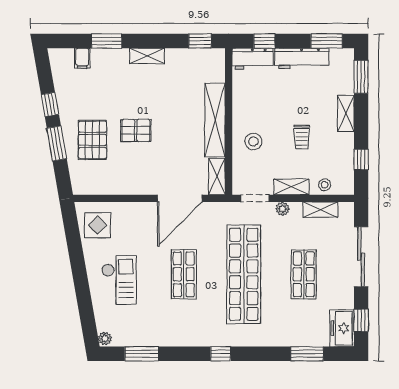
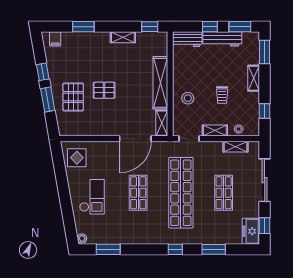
window: (264, 41) -> (210, 27), moved
shelving: (147, 56) -> (123, 37), moved
filing cabinet: (82, 58) -> (55, 39), moved
plant: (283, 209) -> (209, 146), removed
window: (221, 354) -> (175, 249), moved
window: (307, 354) -> (214, 249), moved

